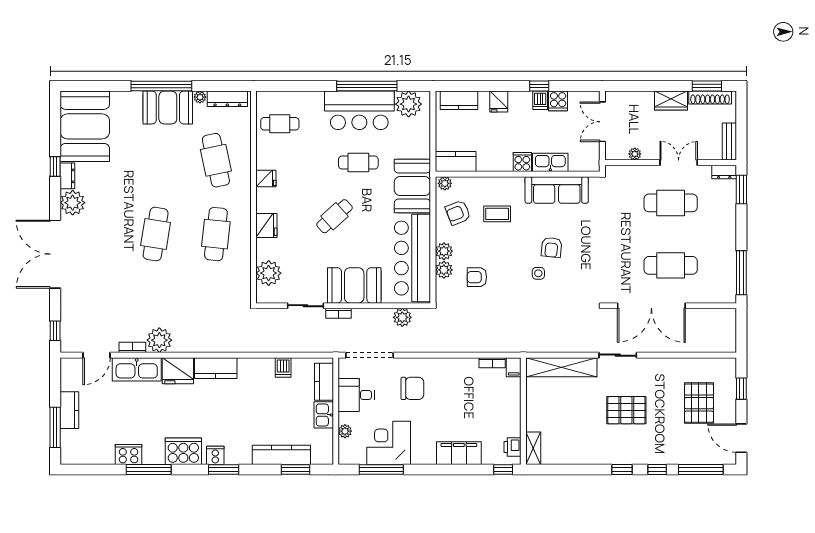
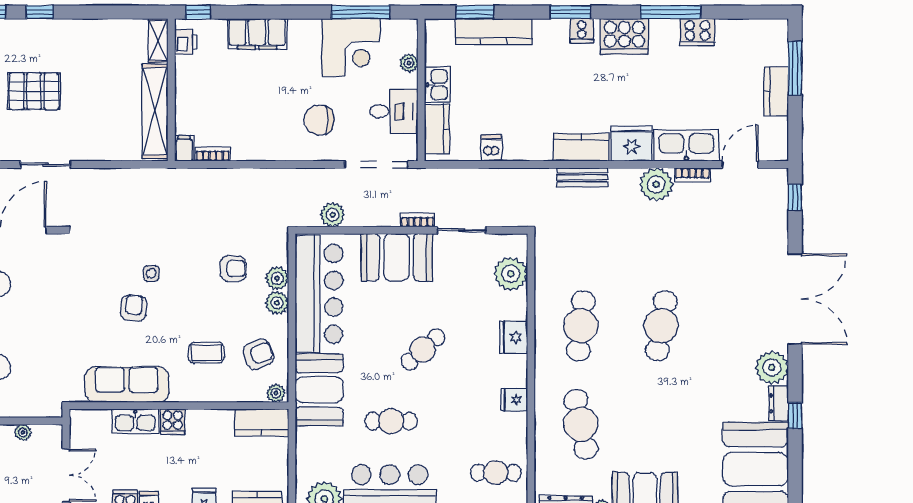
bench: (215, 345) -> (582, 177), added
shelving: (561, 367) -> (155, 111), moved, turned 90

